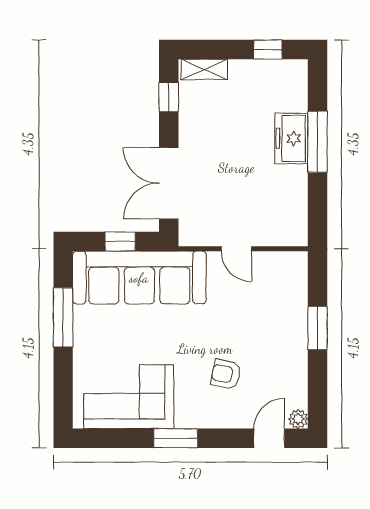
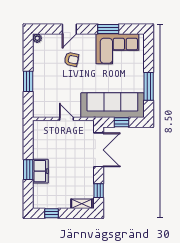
window: (317, 142) -> (28, 170), width x0.69
window: (176, 438) -> (108, 29), moved
door: (269, 438) -> (69, 29), moved

